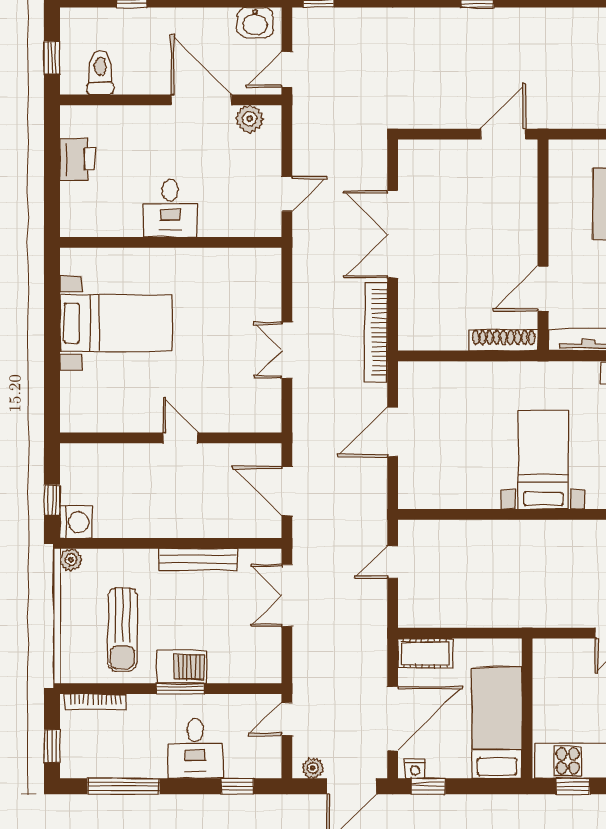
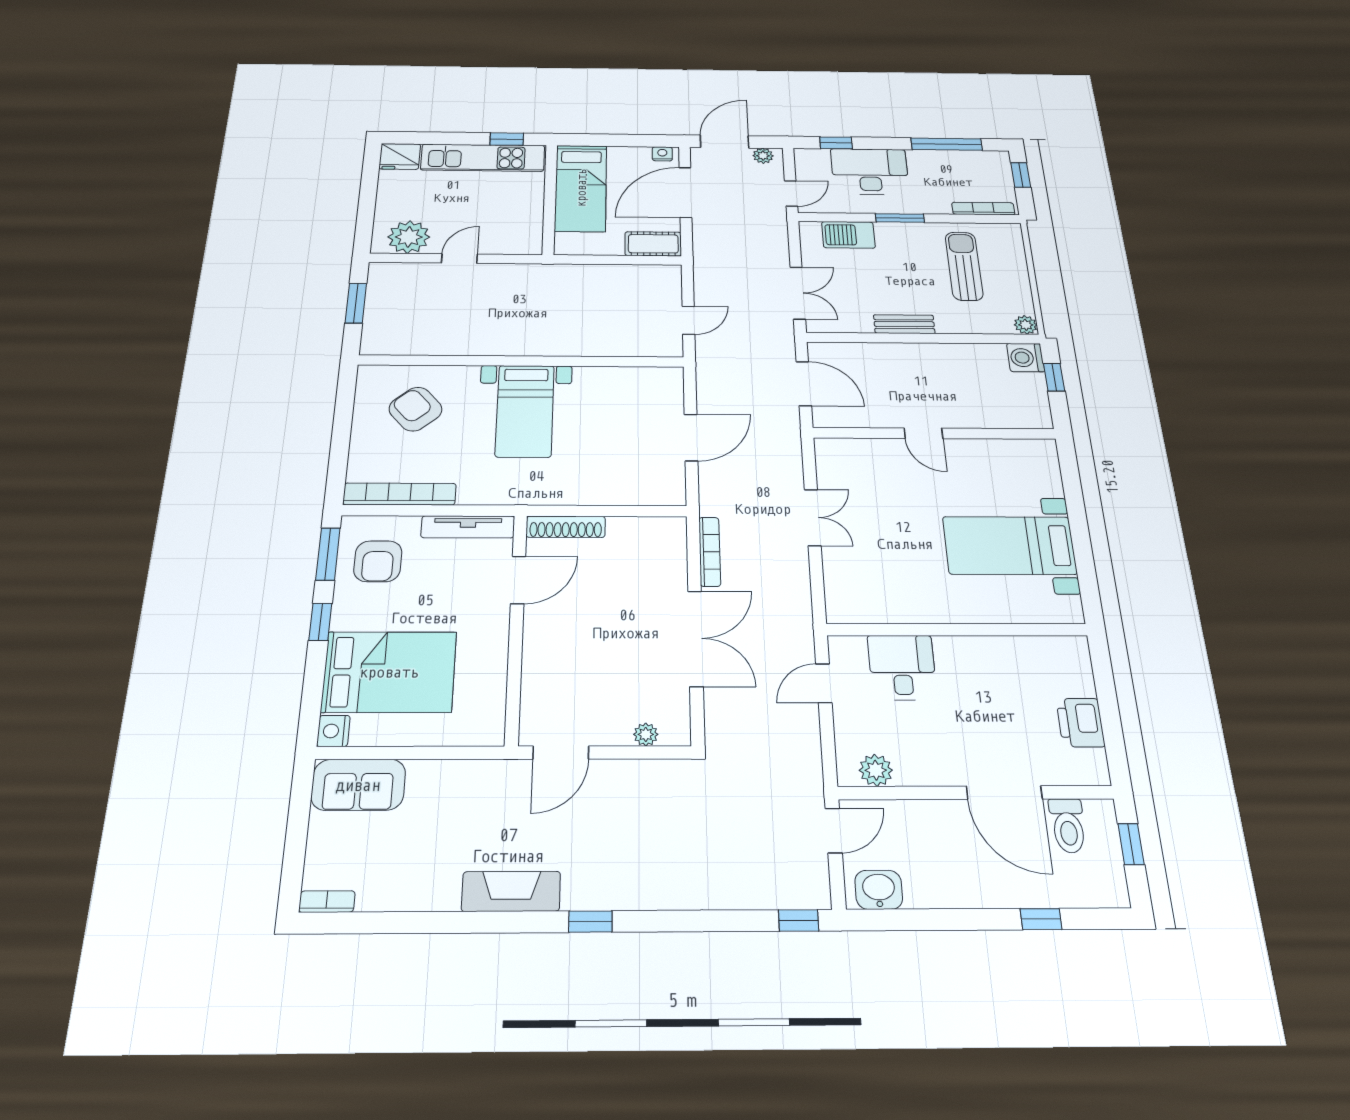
fireplace: (539, 23) -> (511, 891), added
door: (201, 100) -> (1004, 793), moved
plant: (435, 149) -> (646, 734), added
desk: (170, 208) -> (902, 667), moved
bookcase: (376, 332) -> (710, 552), width x0.68, depth x0.76
bench: (198, 560) -> (904, 324), width x0.73
barbecue: (182, 667) -> (848, 235), moved
desk: (195, 748) -> (870, 172), width x1.37
window: (428, 786) -> (649, 141), removed

